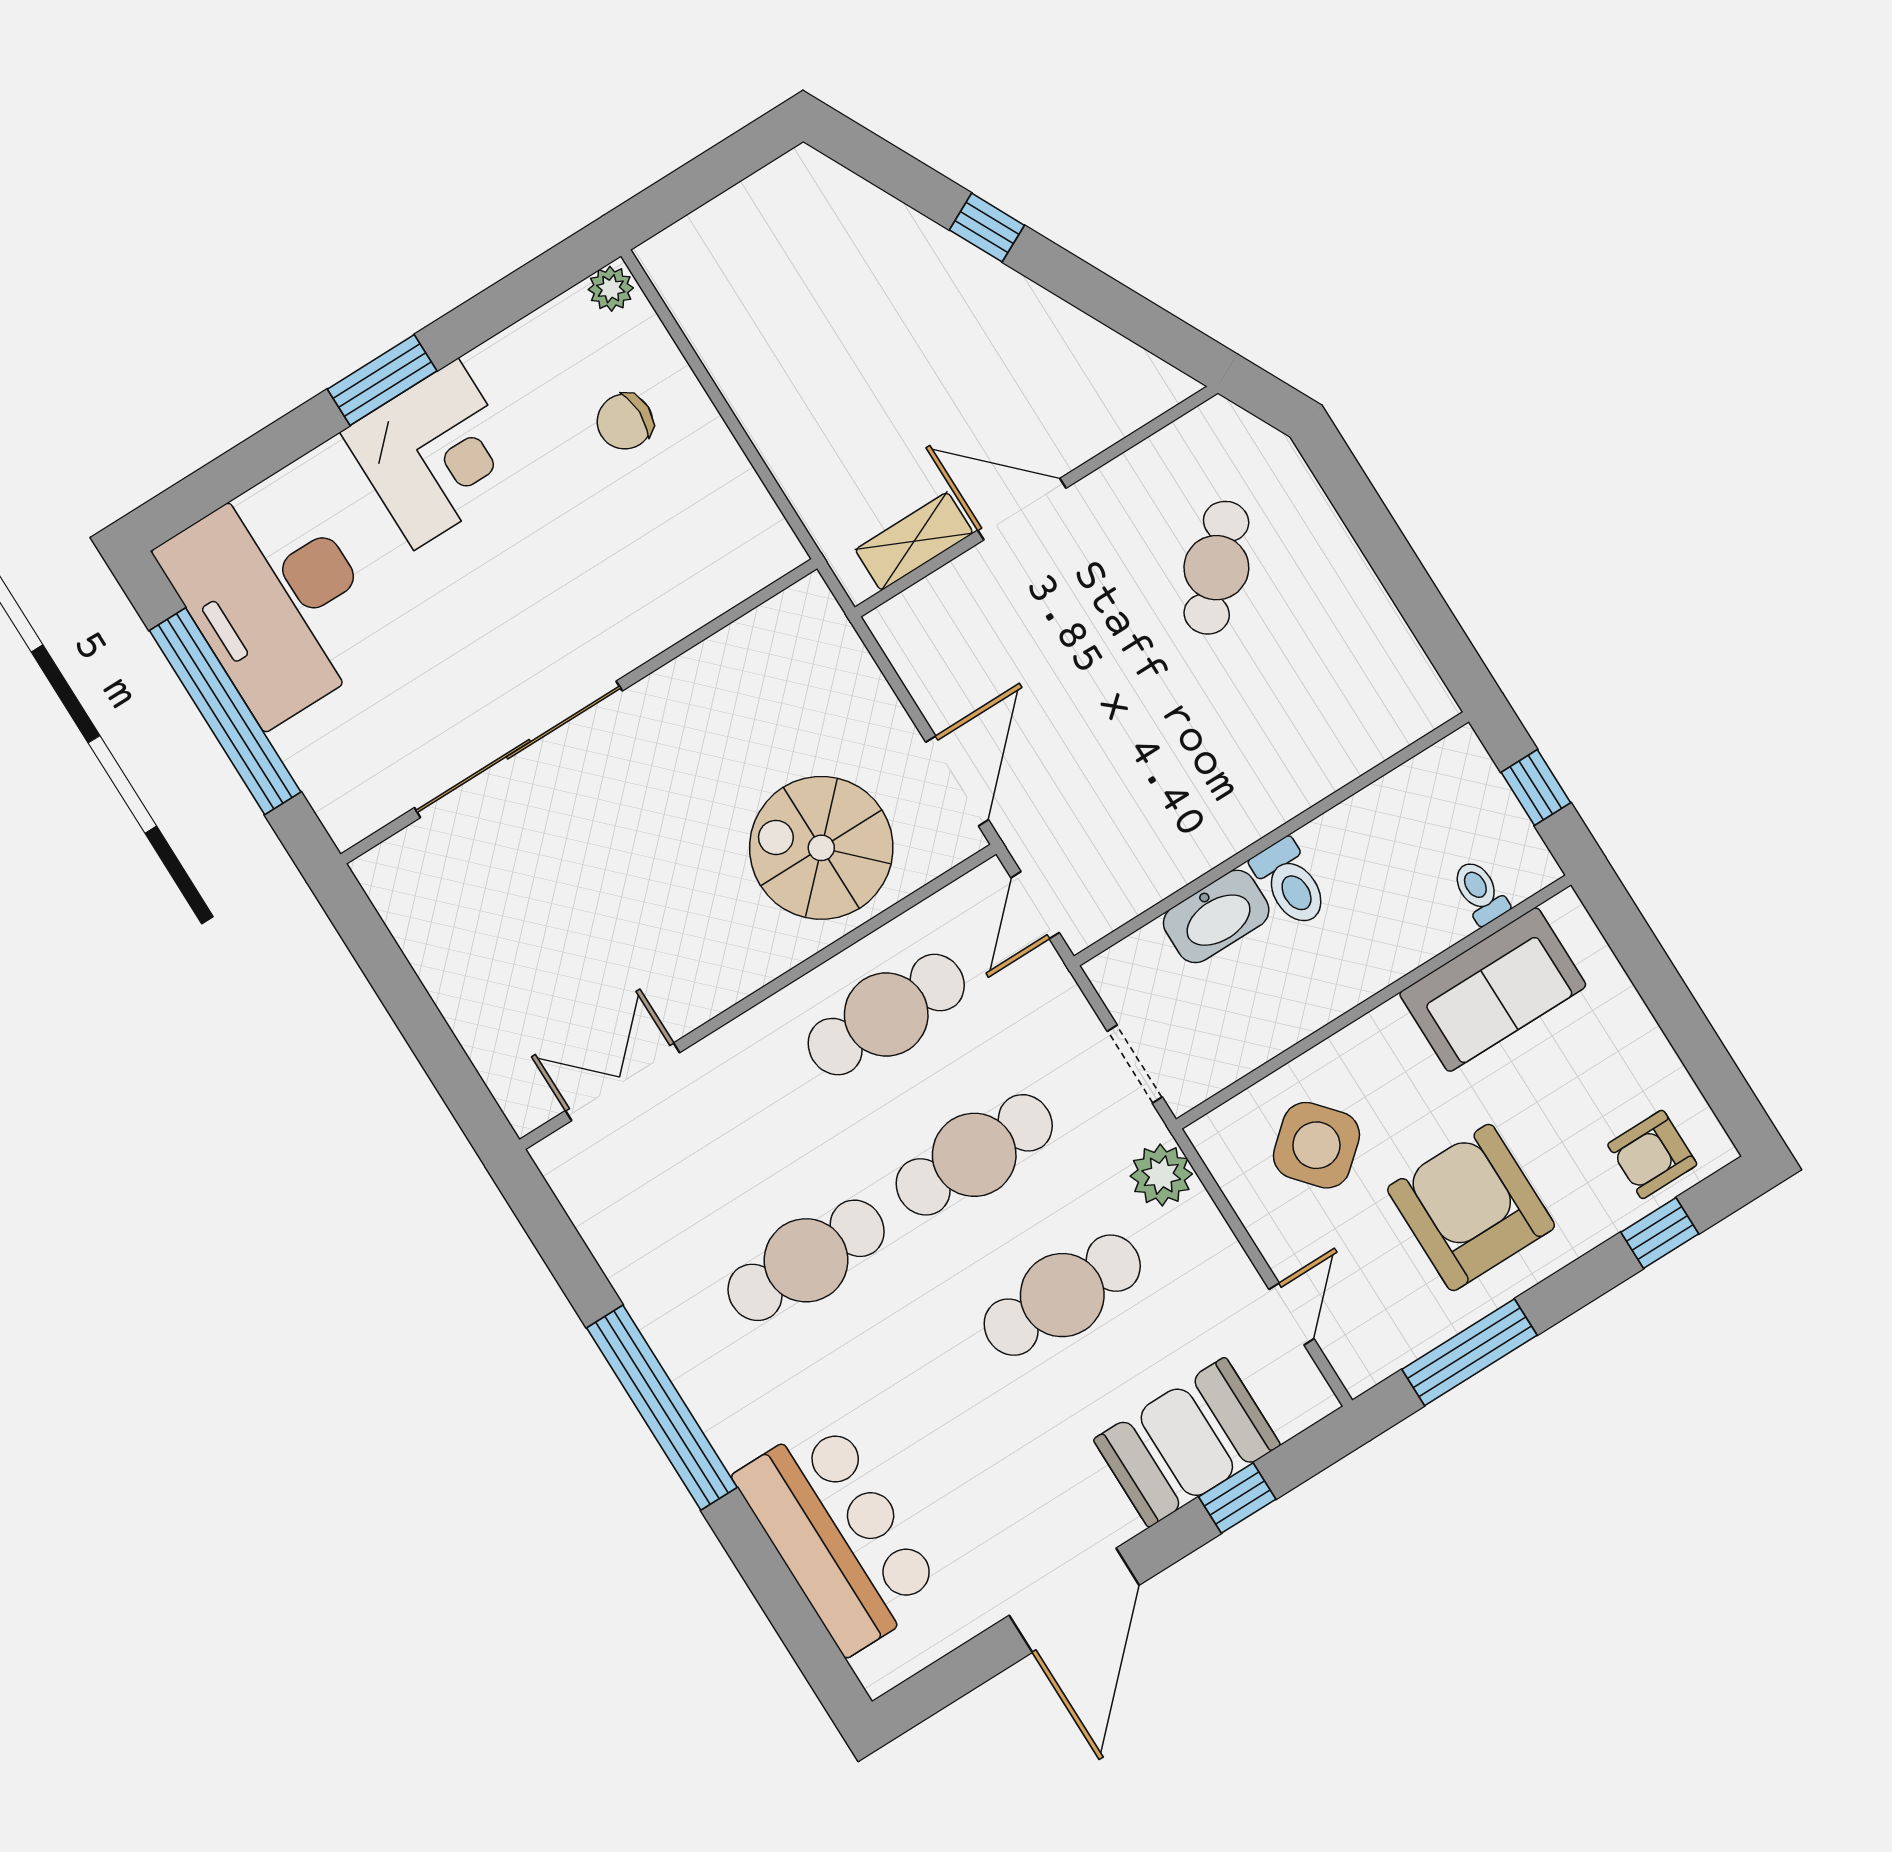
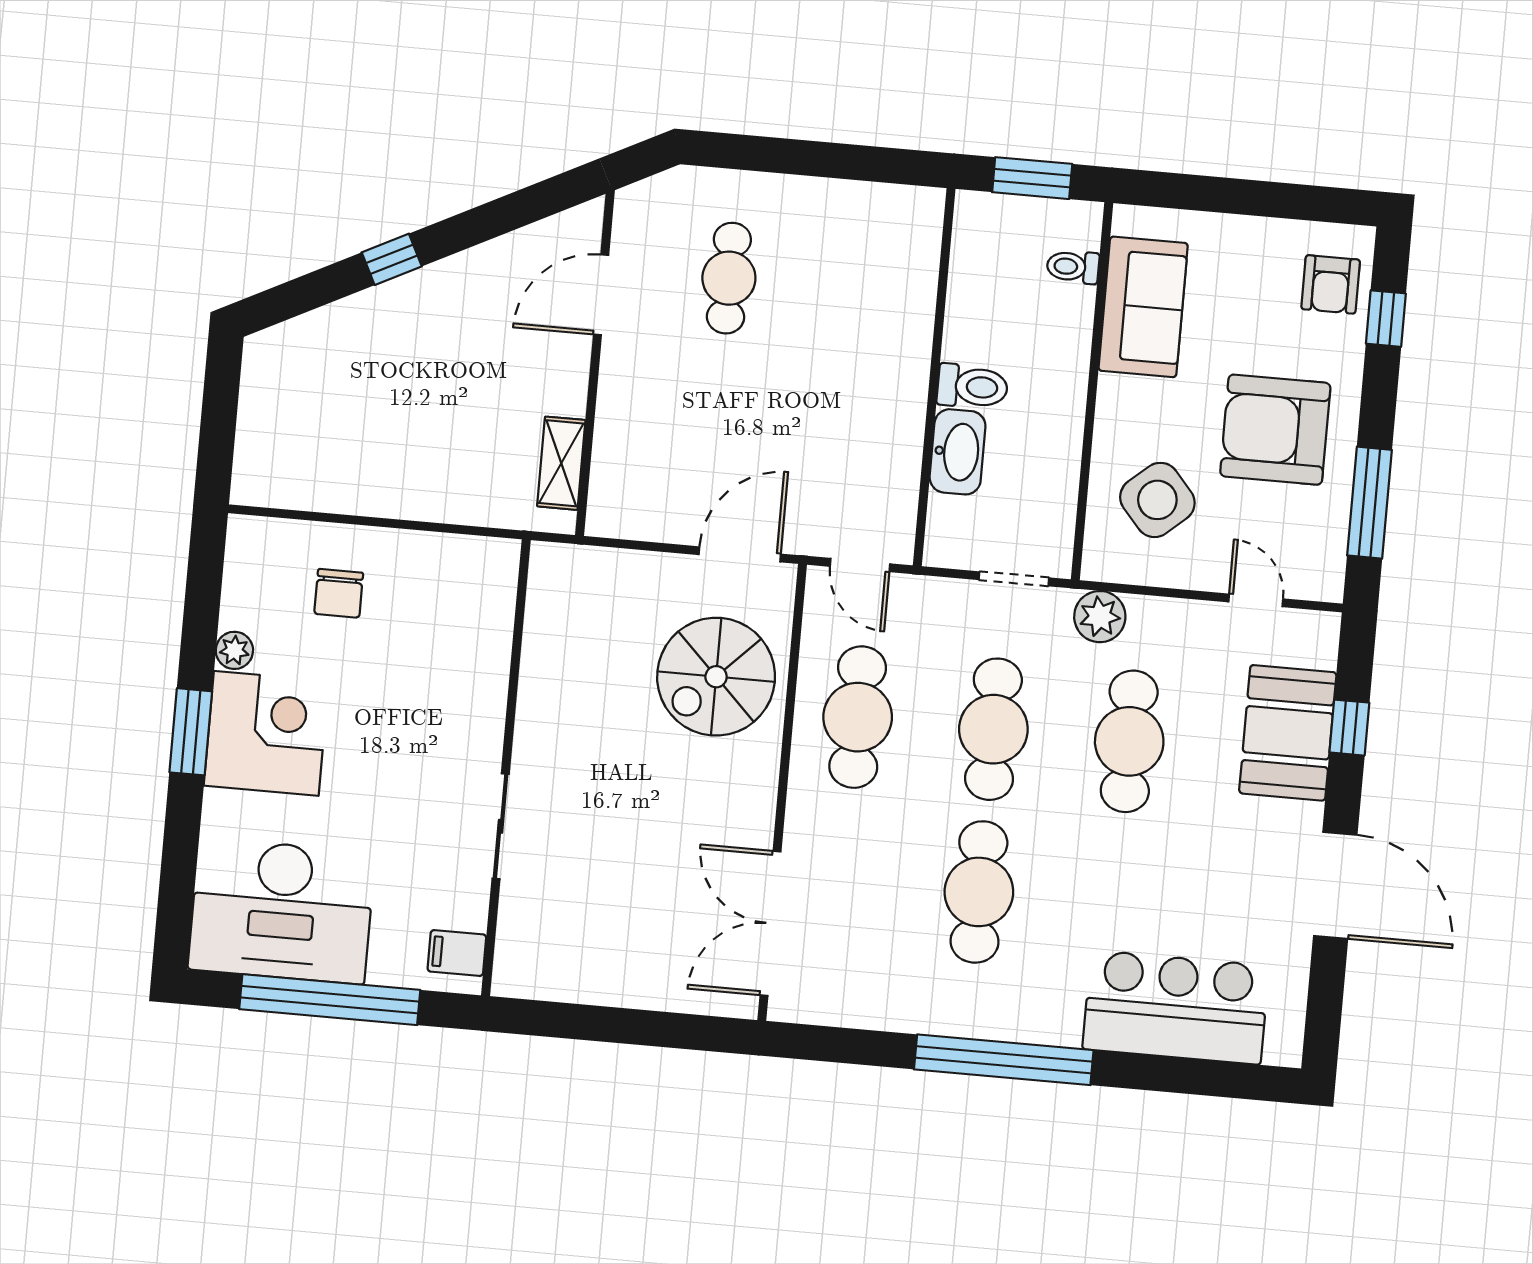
plant: (611, 289) -> (234, 650), moved
door: (1022, 509) -> (601, 295), moved
cafe table: (1216, 568) -> (729, 278), turned 46
sliding door: (518, 749) -> (501, 826), width x0.54
door: (957, 781) -> (740, 554), hinge flipped
window: (1536, 788) -> (1032, 178), width x1.50
filing cabinet: (364, 800) -> (457, 953), added
double door: (623, 1082) -> (770, 923), width x1.37

